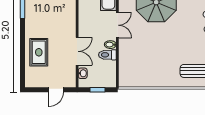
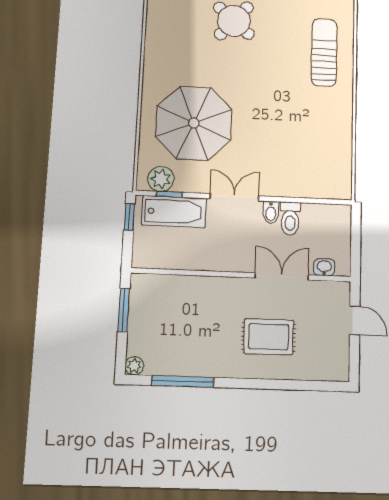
rug: (39, 52) -> (269, 337), moved
window: (98, 90) -> (356, 240), removed

